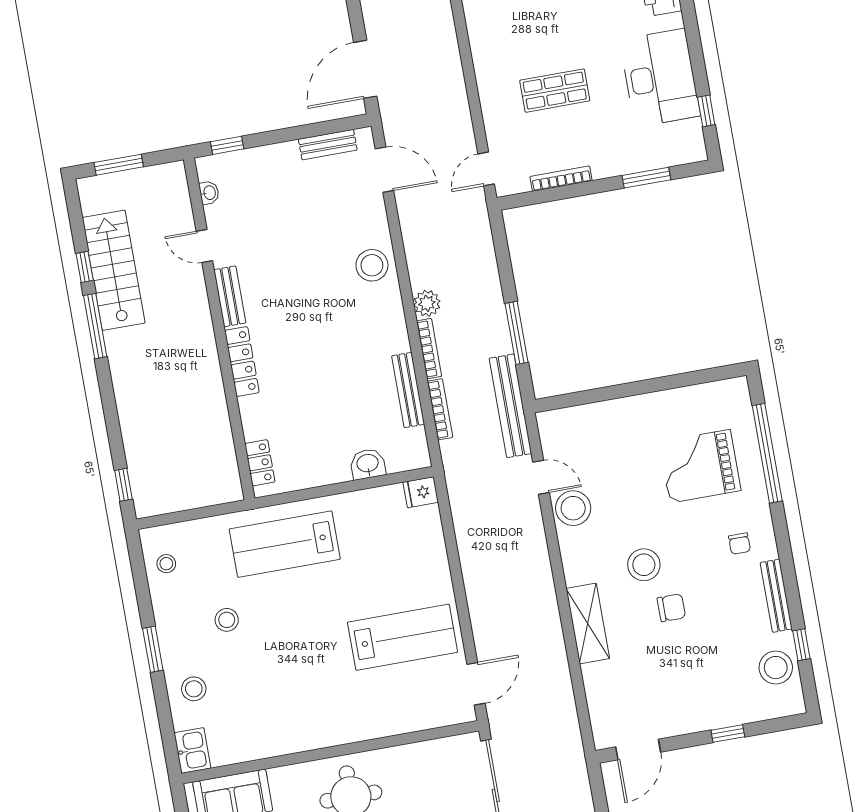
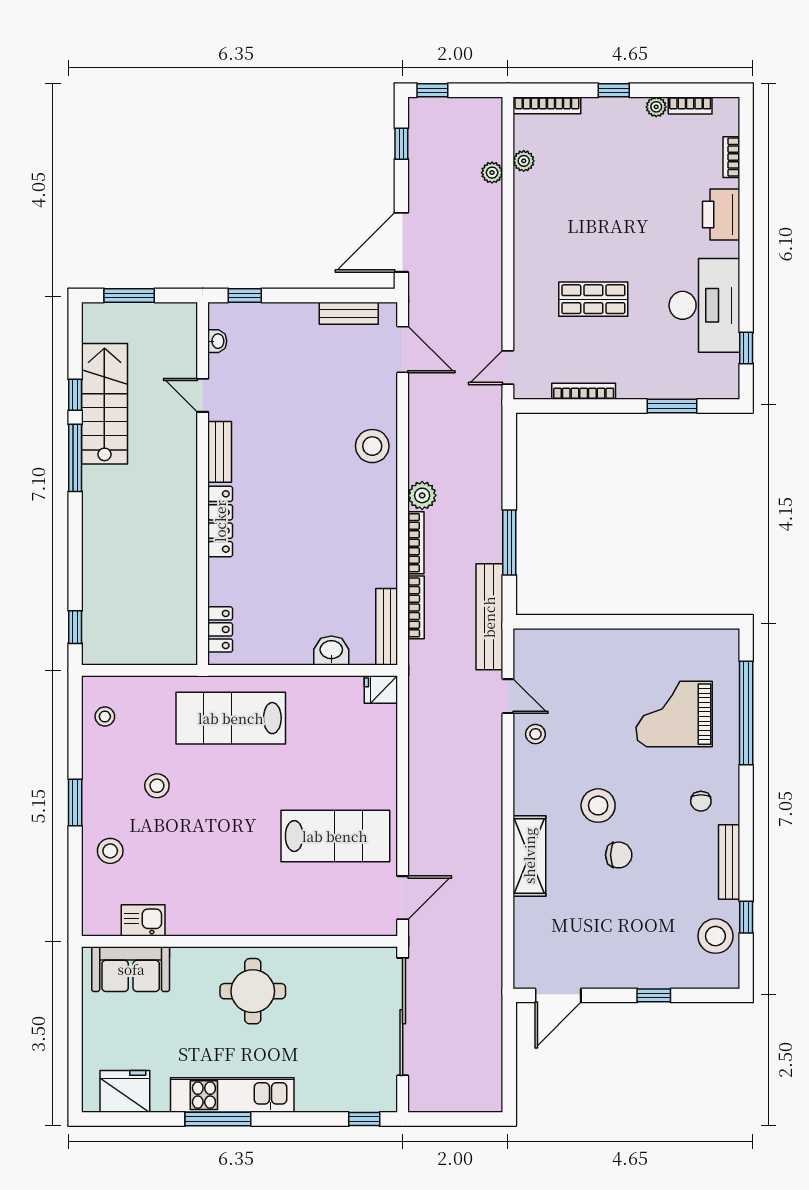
bench: (408, 390) -> (387, 627), moved
stool: (573, 508) -> (535, 734), width x0.53, depth x0.53
kitchen sink: (192, 750) -> (143, 920), moved, turned -90

